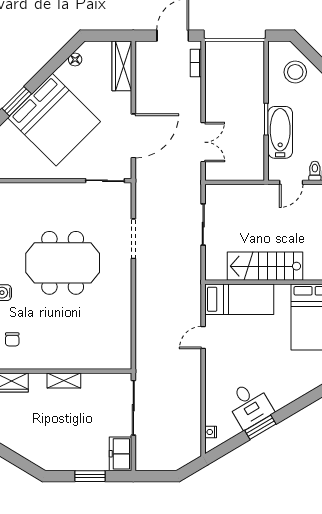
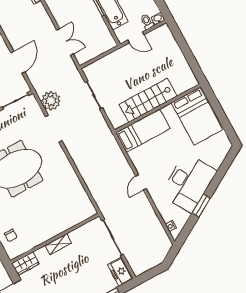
door: (133, 136) -> (18, 62), width x0.73
door: (291, 182) -> (136, 37), hinge flipped
plant: (148, 203) -> (51, 101), added
door: (203, 338) -> (141, 182), moved
desk: (249, 405) -> (189, 183), width x1.87, depth x1.30

